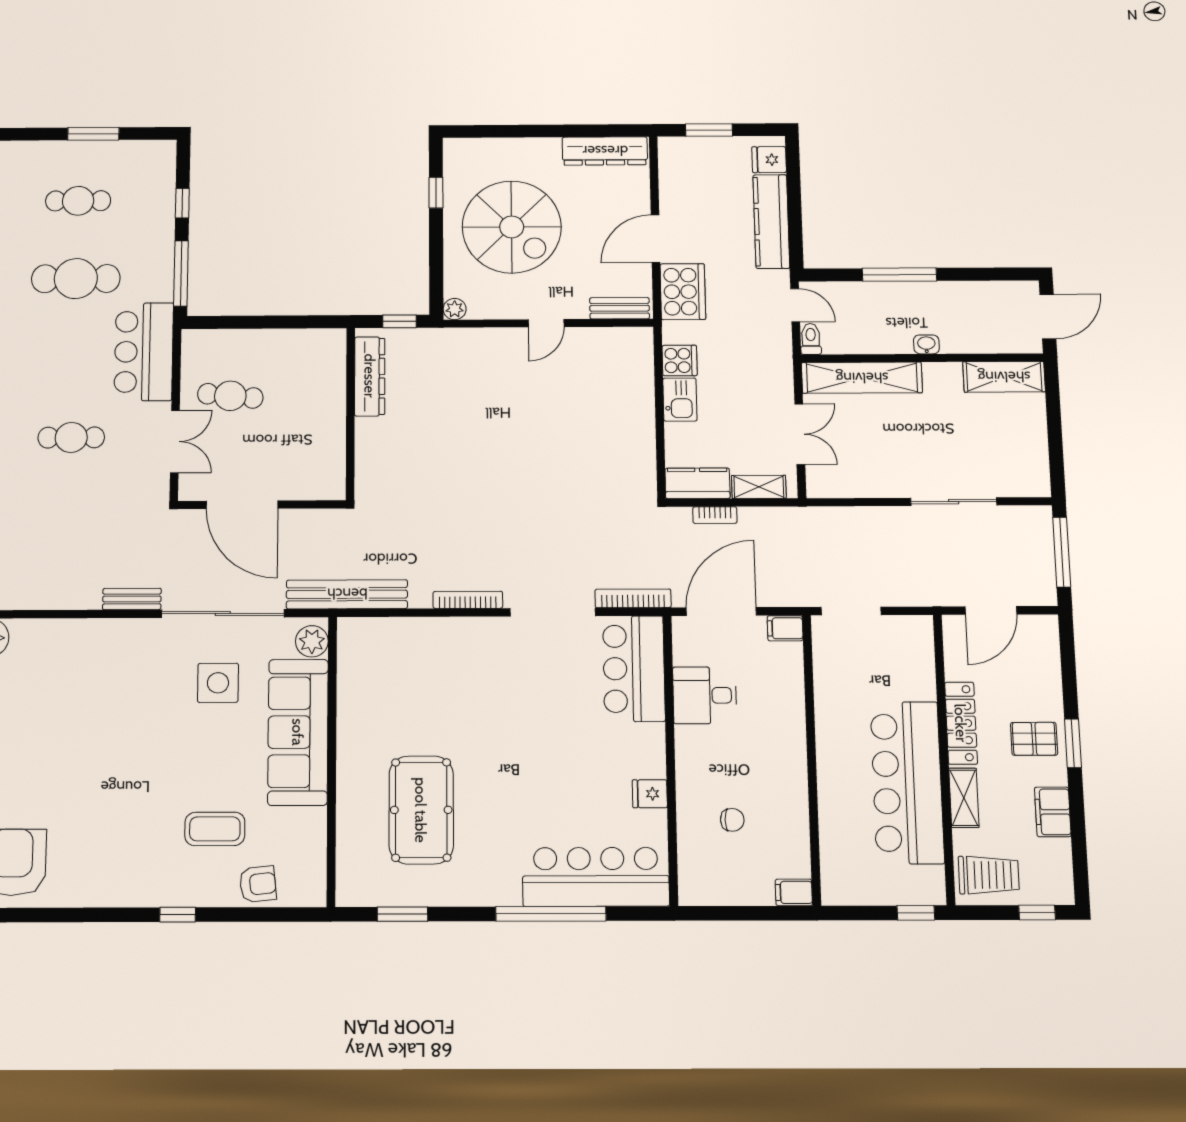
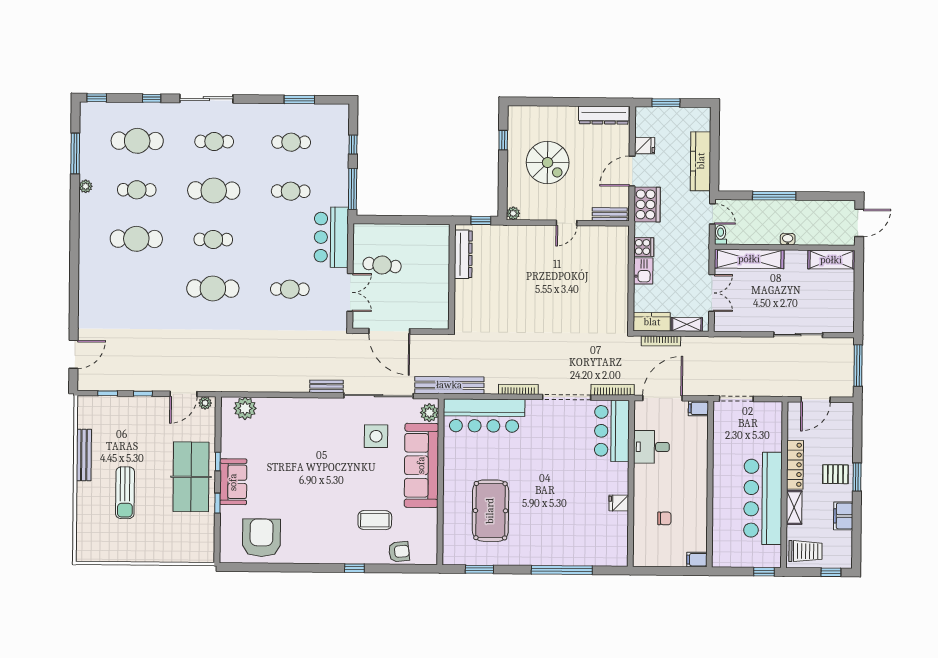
fridge: (769, 160) -> (645, 146), moved, turned 180
spiral stairs: (512, 227) -> (548, 163), width x0.73, depth x0.73
cafe table: (76, 279) -> (291, 191), width x0.73, depth x0.74
bookcase: (715, 515) -> (661, 341), width x1.56
bar counter: (596, 877) -> (484, 416), moved, turned 180

